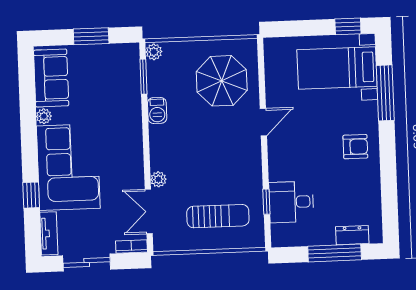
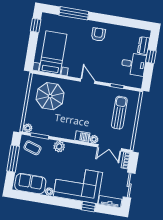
window: (91, 36) -> (13, 159), width x1.44
coffee table: (119, 68) -> (32, 148), added
bed with nightstands: (337, 68) -> (53, 53), moved, turned 180
barbecue: (157, 110) -> (82, 137), moved
plant: (131, 117) -> (59, 147), added
door: (263, 122) -> (88, 81), moved
desk: (291, 202) -> (134, 64), moved, turned -90
window: (335, 253) -> (151, 57), width x0.46

